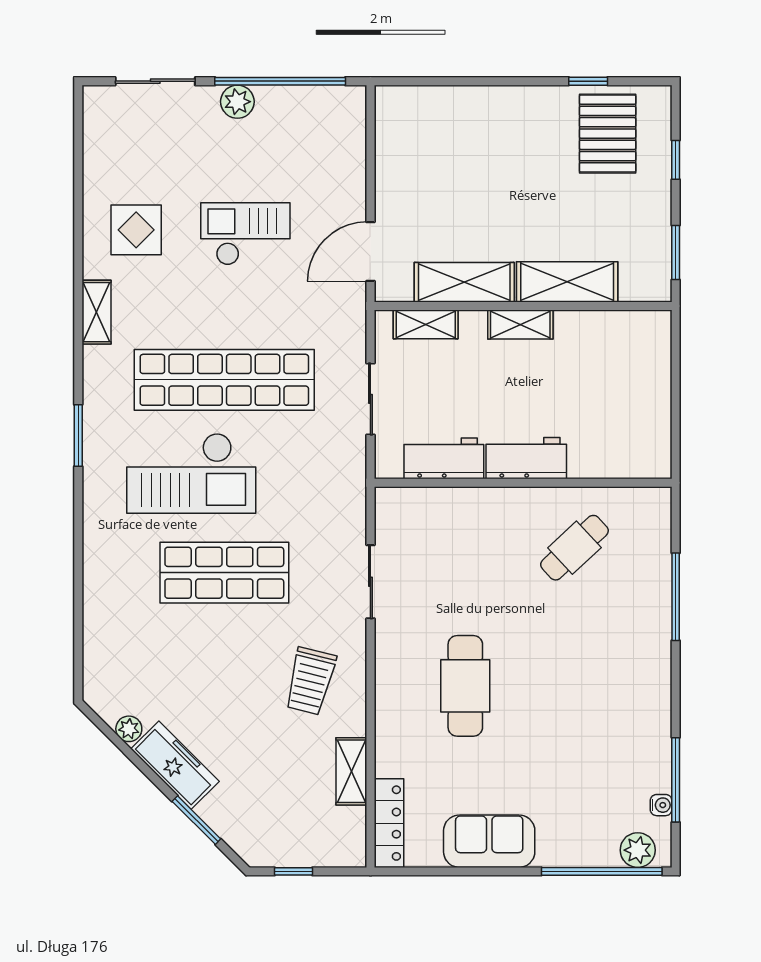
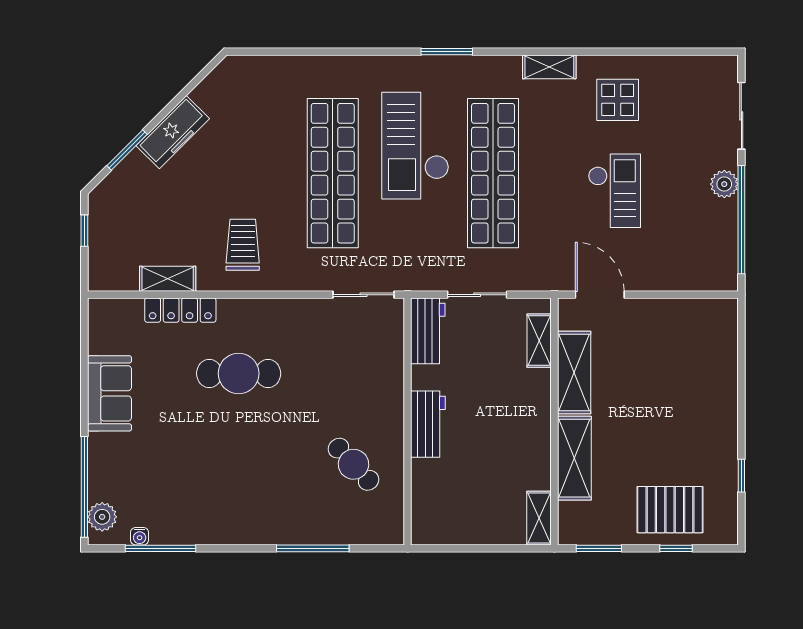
pallet: (608, 134) -> (670, 510), moved
shelving: (520, 325) -> (539, 518), moved
workbench: (444, 458) -> (428, 331), moved
shop shelf: (224, 573) -> (333, 173), width x1.40
sliding door: (370, 582) -> (364, 295), moved
trolley: (310, 681) -> (243, 245), turned 76
plant: (129, 729) -> (203, 94), removed
locker: (389, 823) -> (180, 310), moved

